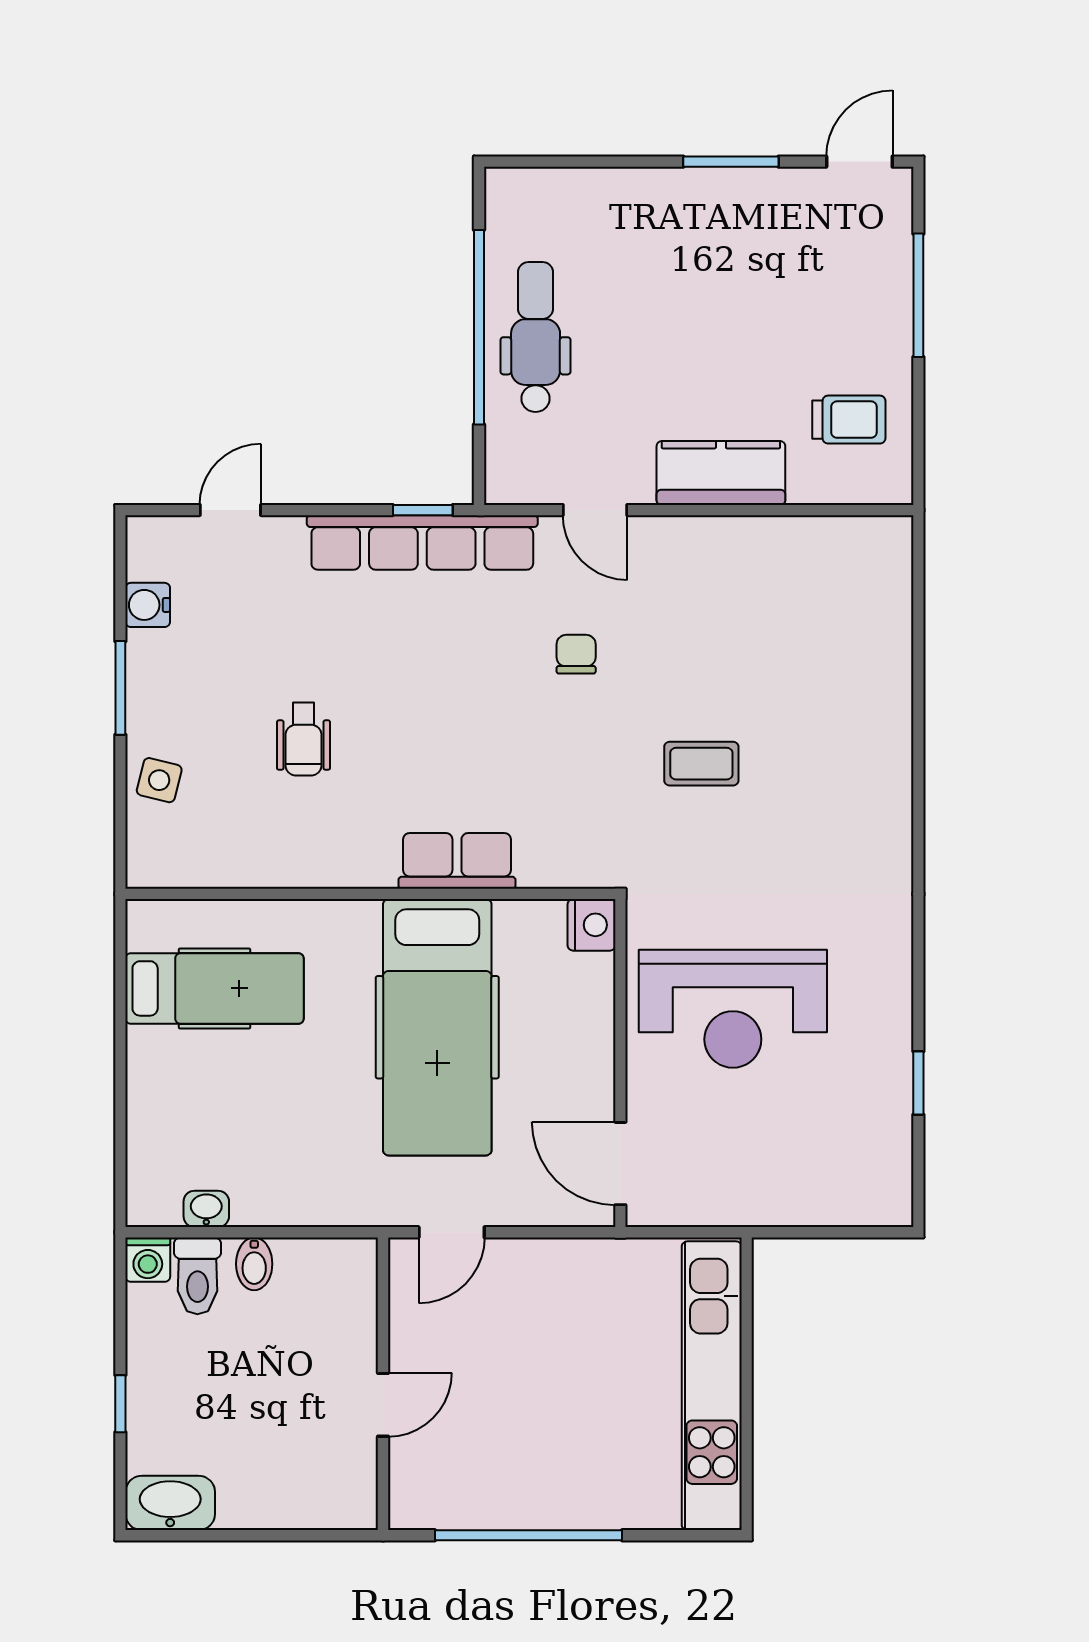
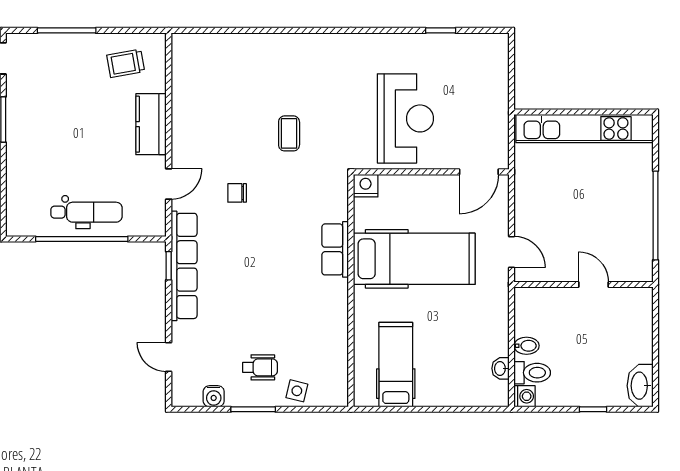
dental chair: (536, 337) -> (86, 212), turned 180
trolley: (849, 420) -> (126, 63), turned -100
wheelchair: (303, 739) -> (260, 367), moved

